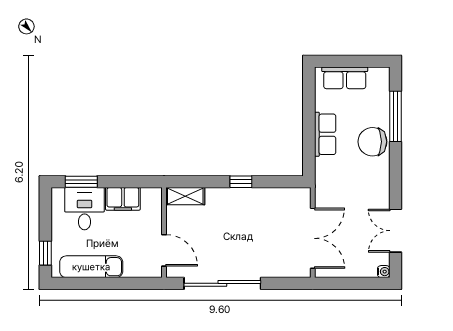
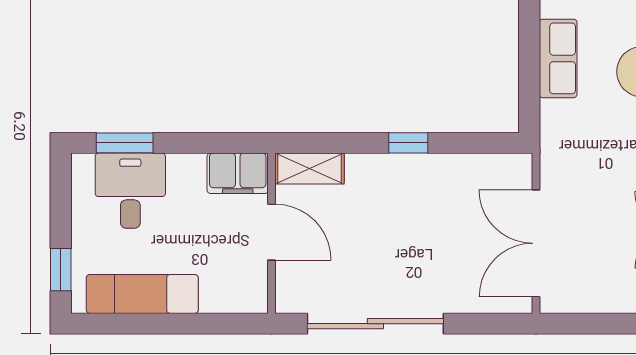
filing cabinet: (123, 199) -> (238, 173), moved
double door: (313, 238) -> (536, 243), swing flipped
door: (164, 250) -> (272, 232), moved

